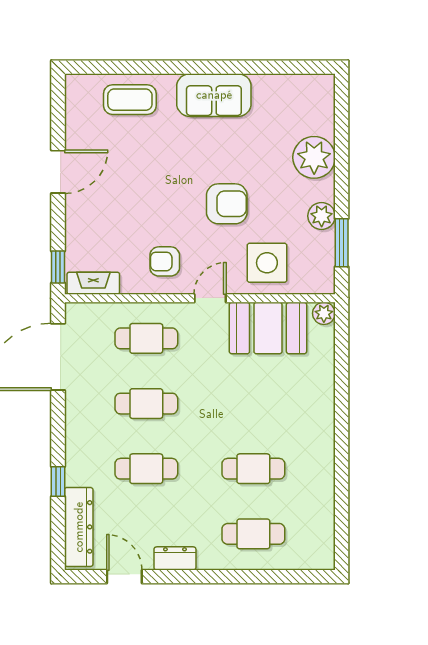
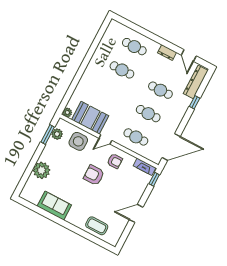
sofa: (214, 95) -> (54, 206), moved
armchair: (227, 204) -> (94, 175), moved
plant: (322, 216) -> (57, 134), moved

